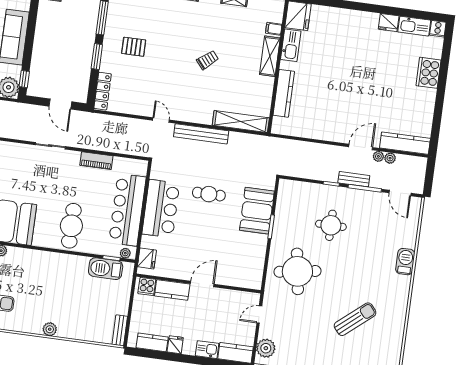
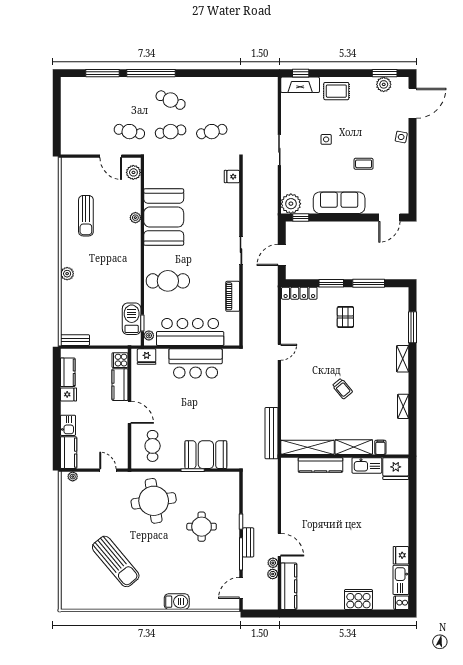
shelving: (241, 122) -> (308, 447), moved, turned 90
bench: (201, 134) -> (271, 433), moved
cafe table: (209, 194) -> (153, 446), moved
sun lounger: (355, 319) -> (116, 561), width x1.36, depth x1.34
plant: (266, 348) -> (73, 477), width x0.53, depth x0.53

